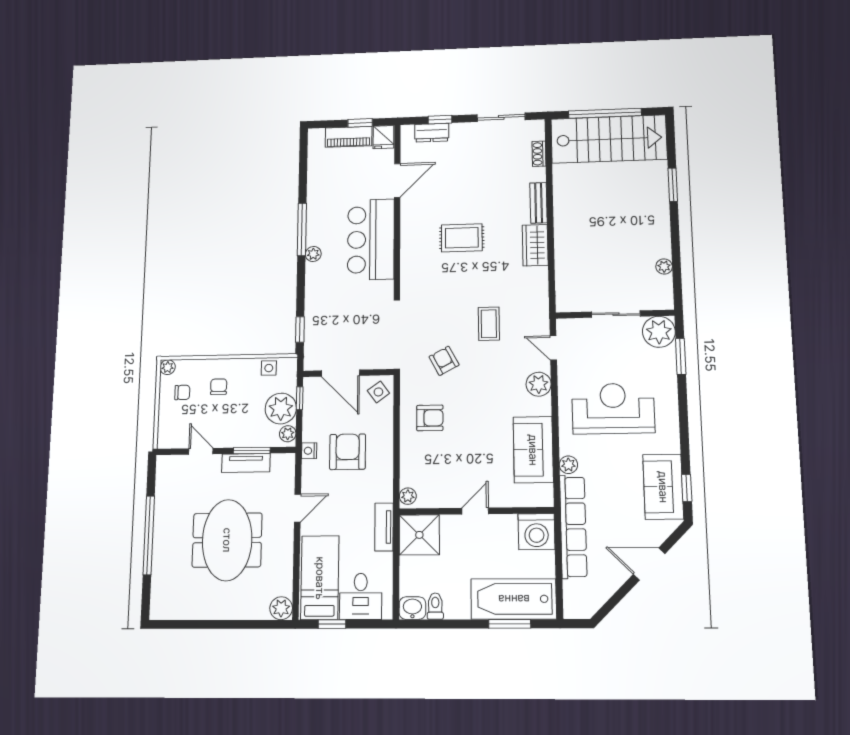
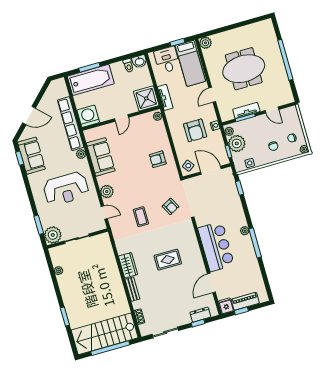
armchair: (444, 361) -> (171, 206), moved
meeting table: (227, 540) -> (244, 69), turned 90

